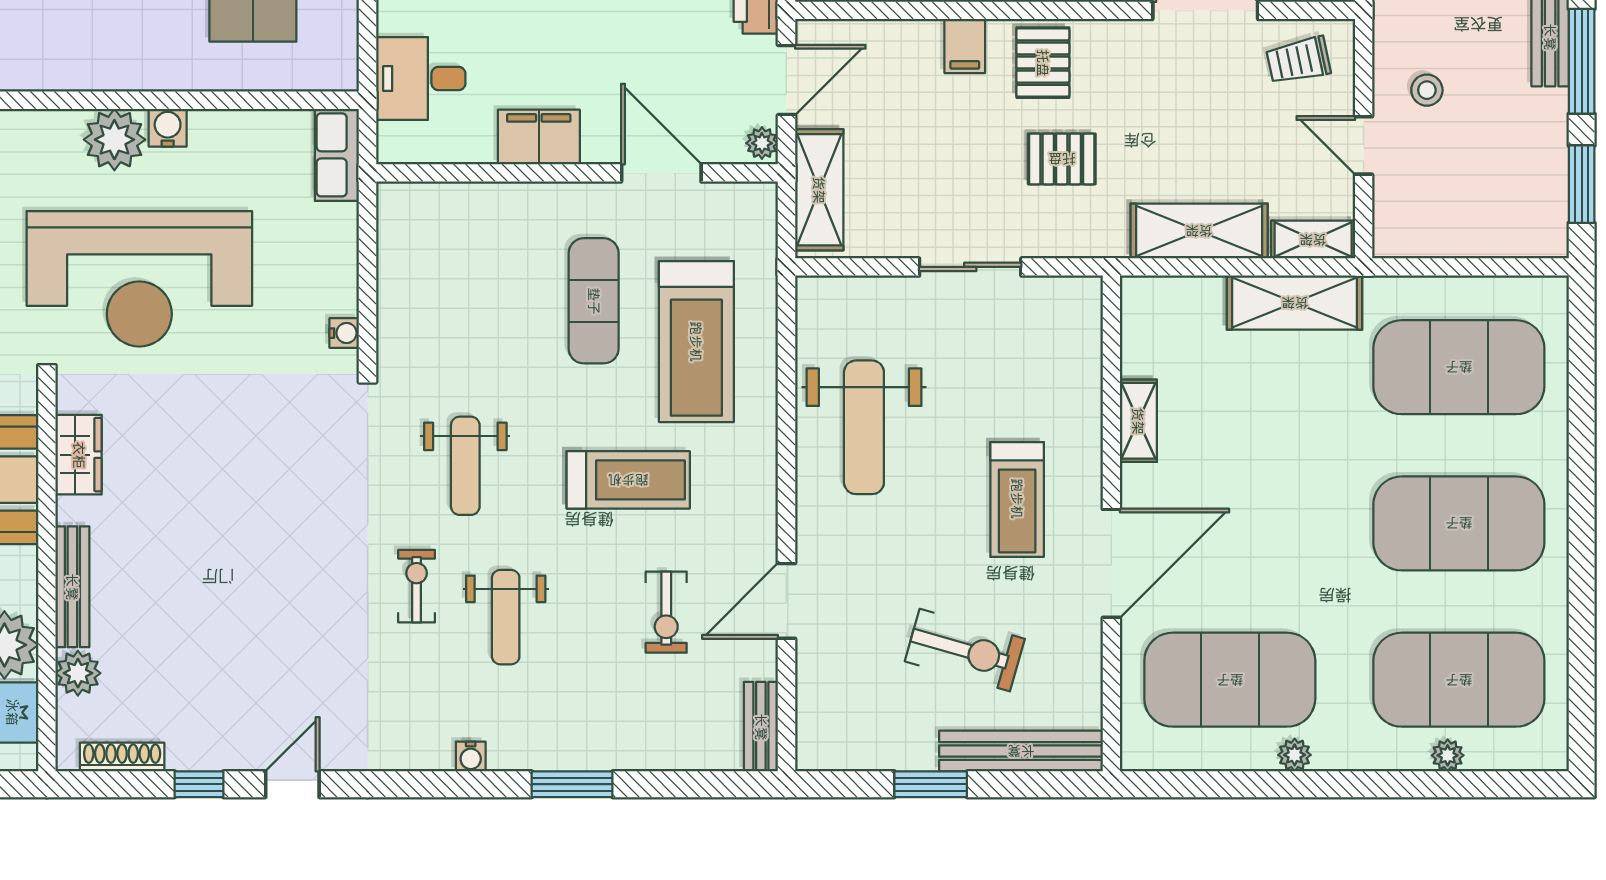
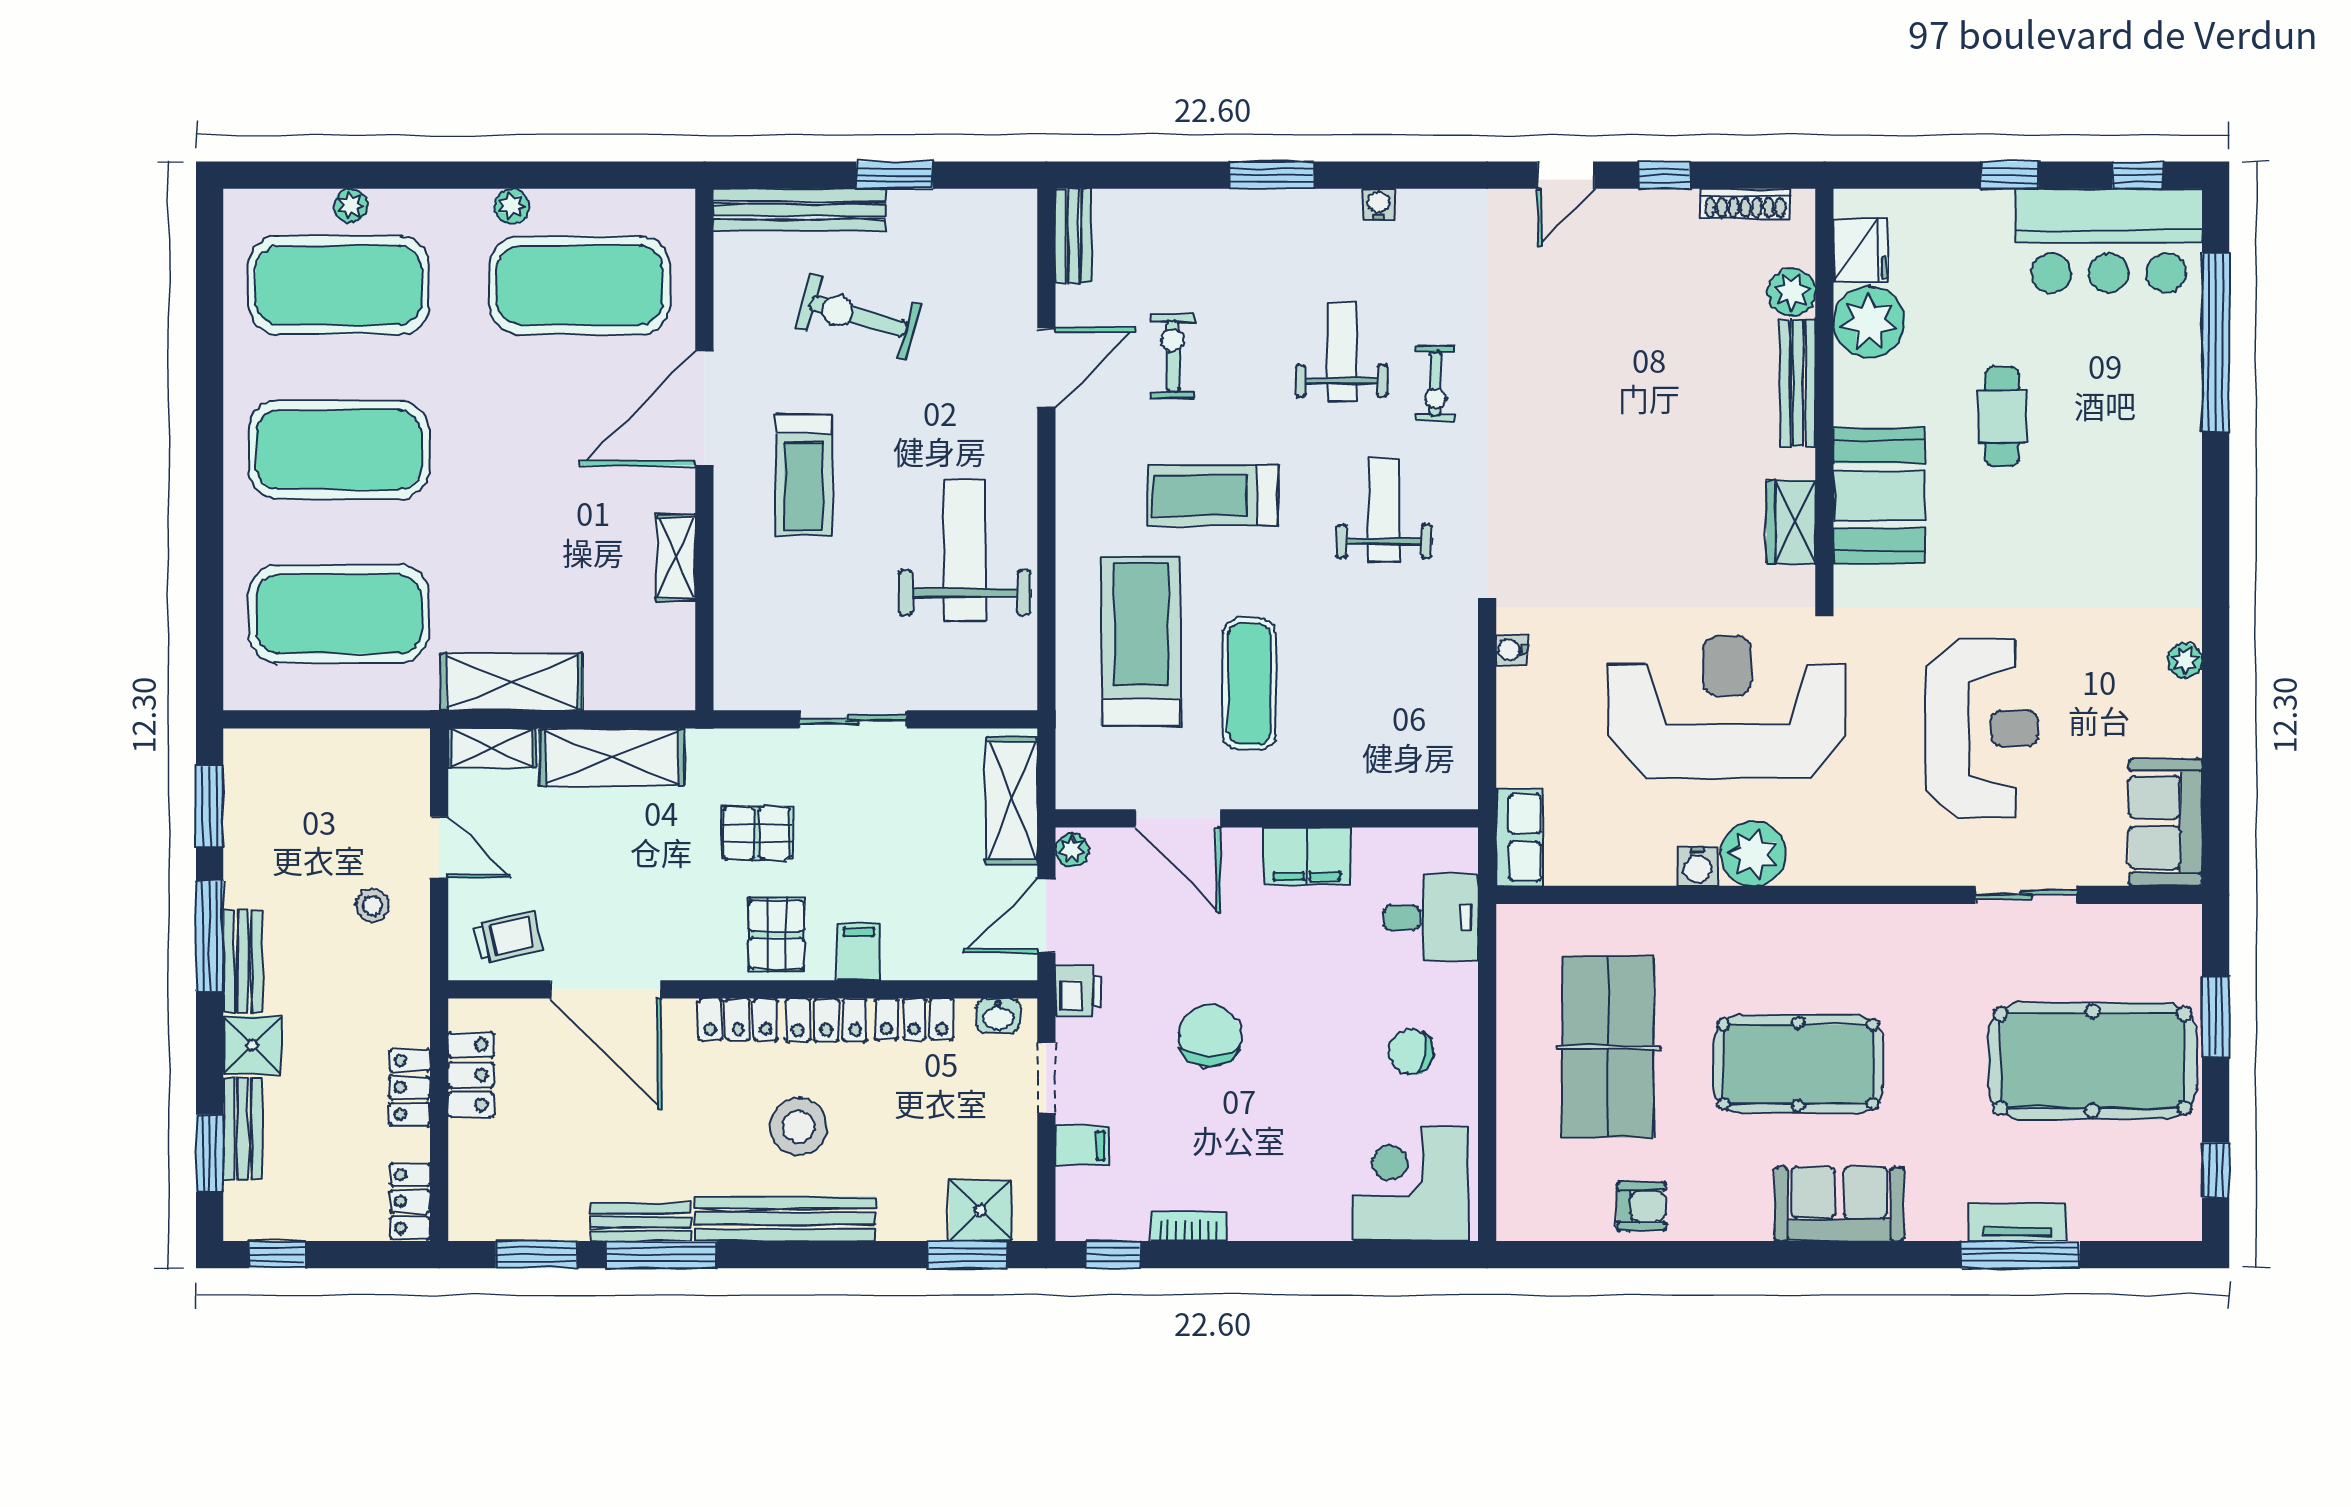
treadmill: (1017, 499) -> (804, 475), turned 180

